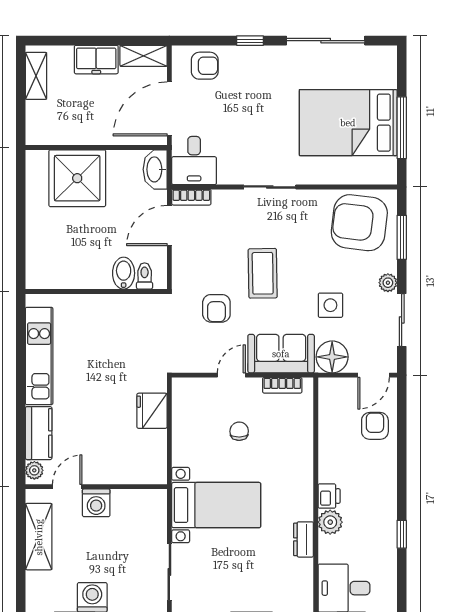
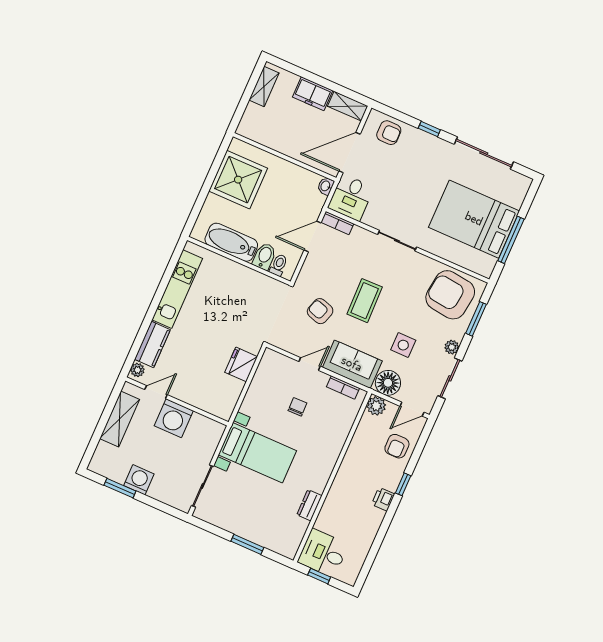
washbasin: (155, 169) -> (326, 186), width x0.52, depth x0.69
shower: (77, 178) -> (238, 180), moved
bathtub: (78, 274) -> (231, 242), added
armchair: (216, 308) -> (320, 311), turned 108
armchair: (375, 426) -> (397, 446), turned 180
printer: (329, 496) -> (383, 499), moved, turned 180
washing machine: (96, 503) -> (174, 418), width x1.37, depth x1.37
plant: (330, 522) -> (376, 406), moved
window: (402, 534) -> (403, 484), moved

